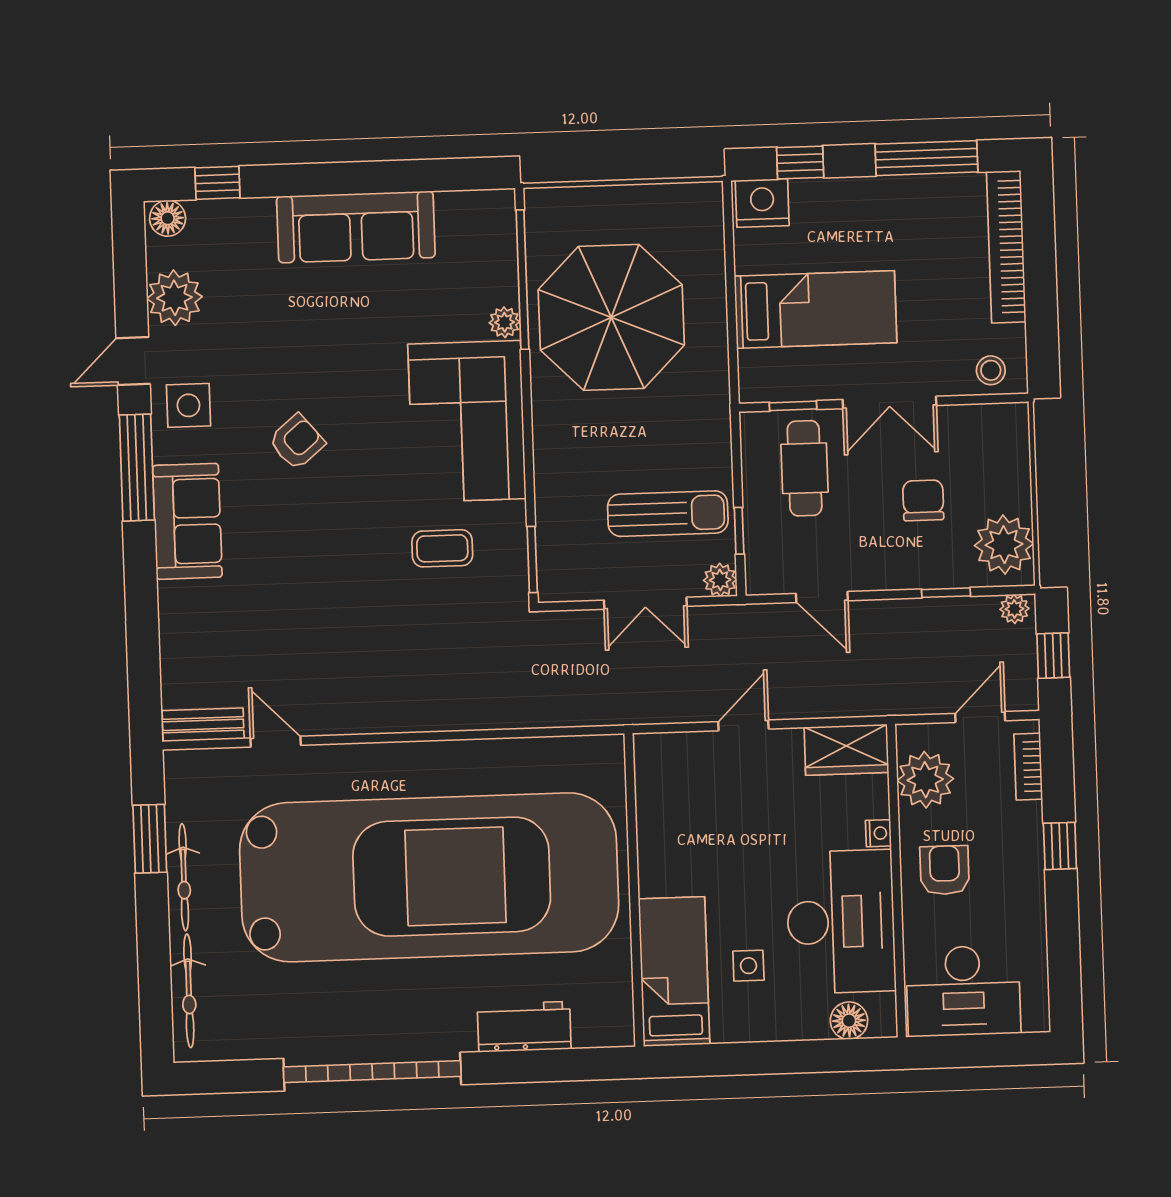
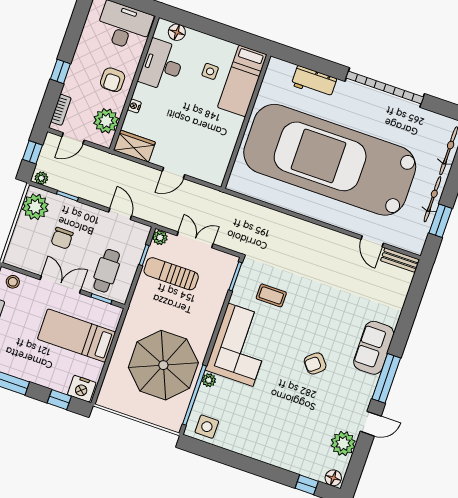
sofa: (356, 227) -> (256, 444), removed
side table: (188, 405) -> (207, 427), moved
desk: (841, 922) -> (162, 65), width x0.73, depth x0.77

